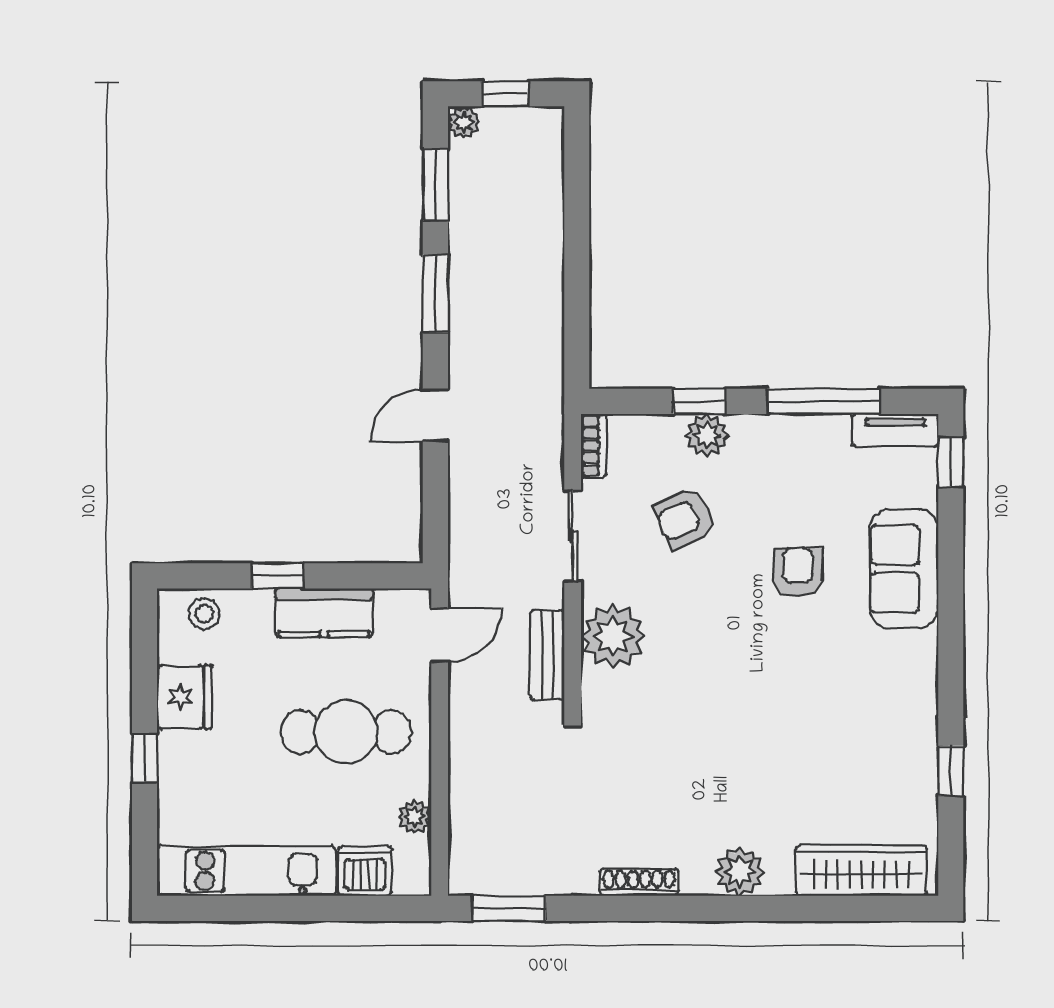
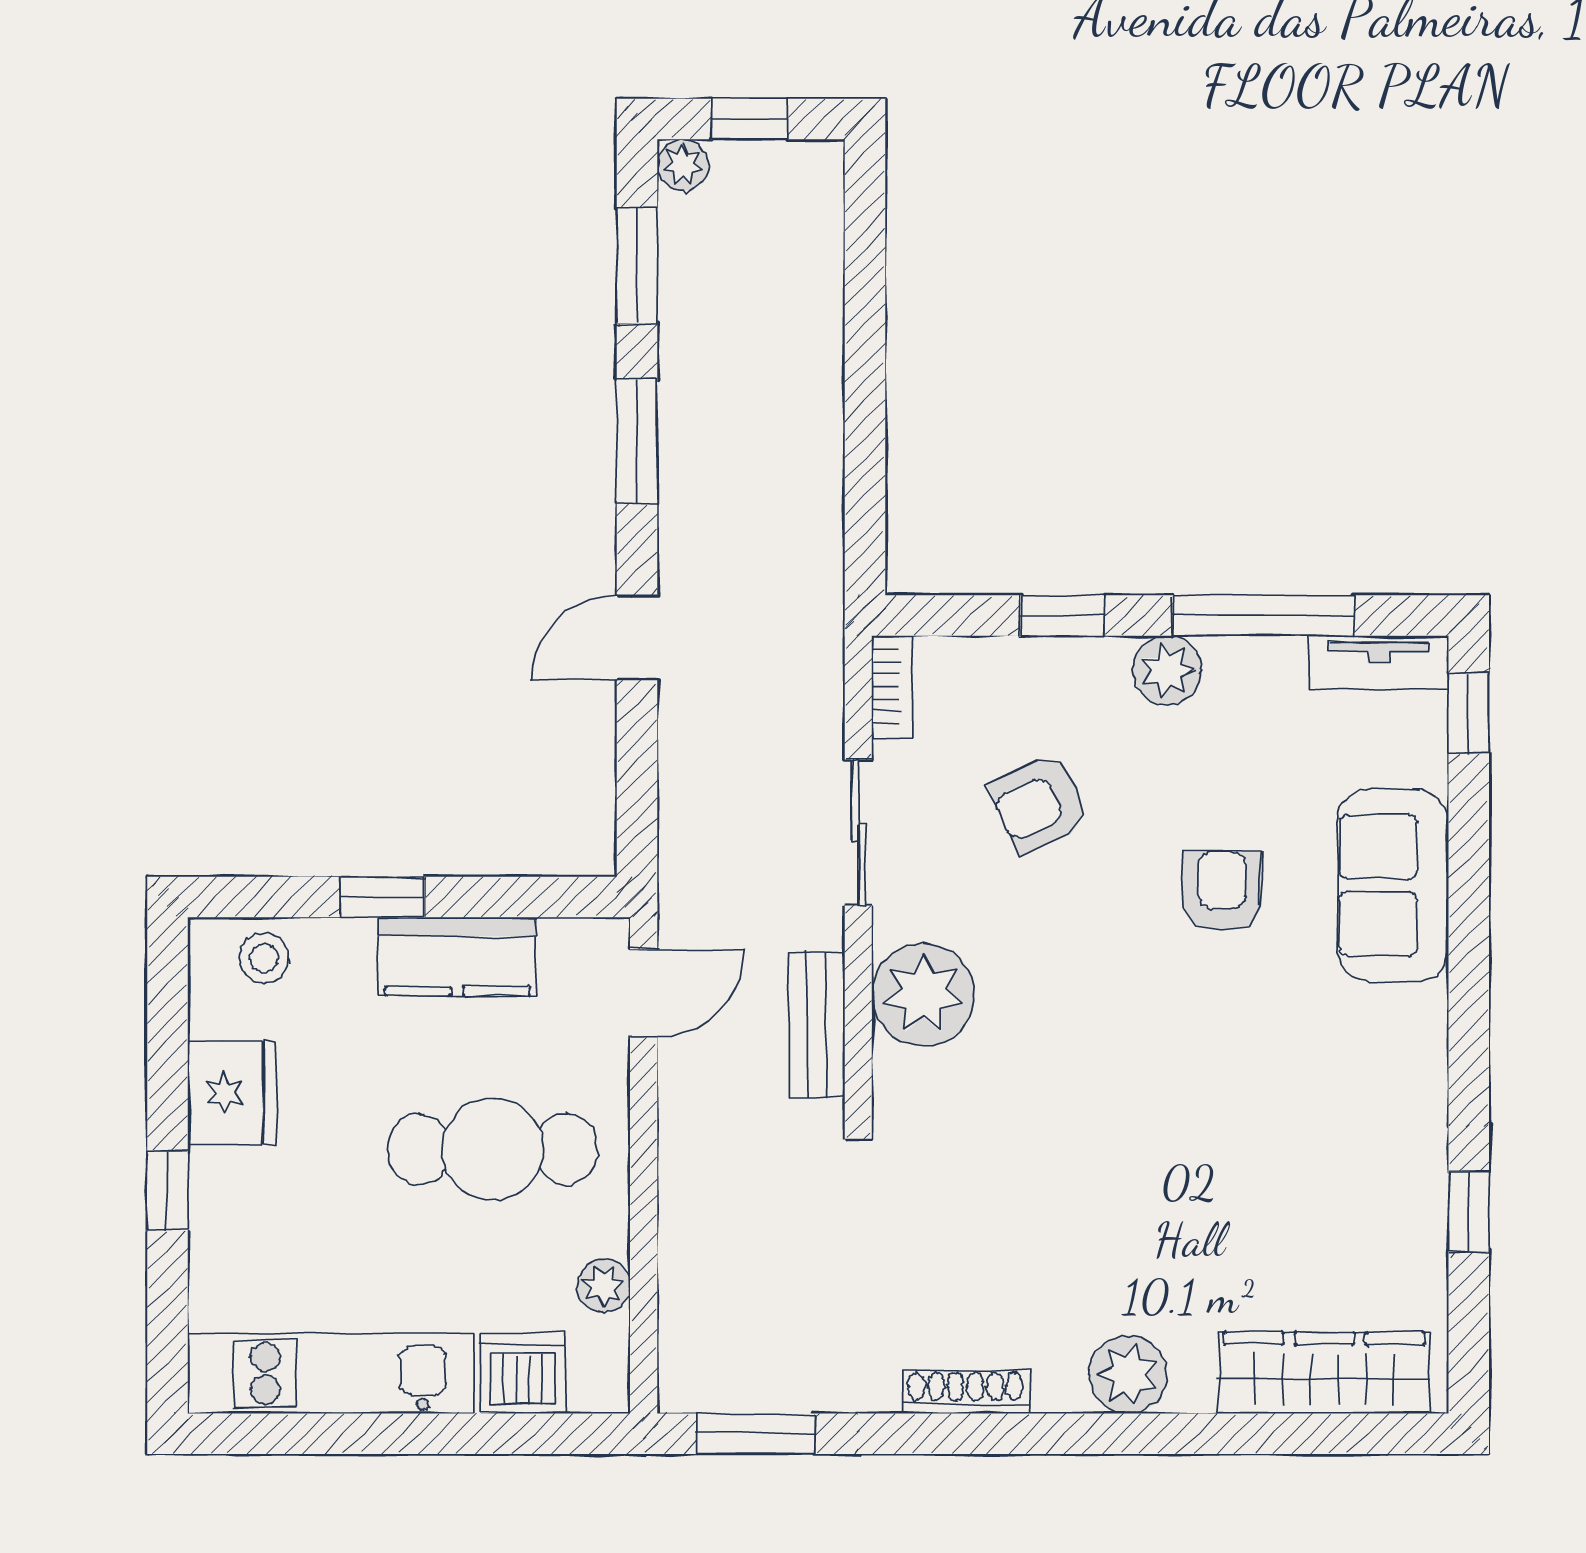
plant: (707, 435) -> (1167, 670), moved

